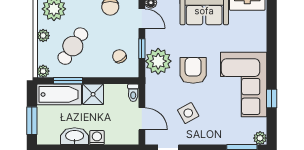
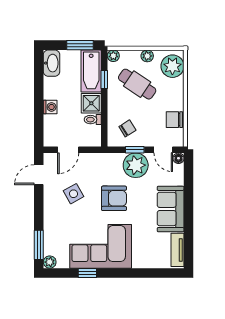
door: (142, 19) -> (163, 150), hinge flipped
plant: (158, 61) -> (136, 165), moved
window: (68, 81) -> (104, 80), width x0.67
toilet: (133, 93) -> (93, 120), moved
window: (32, 121) -> (80, 45), moved
washbasin: (75, 136) -> (52, 63), moved

